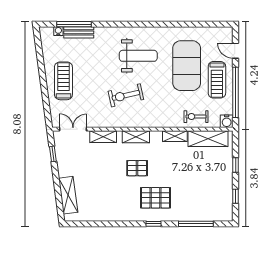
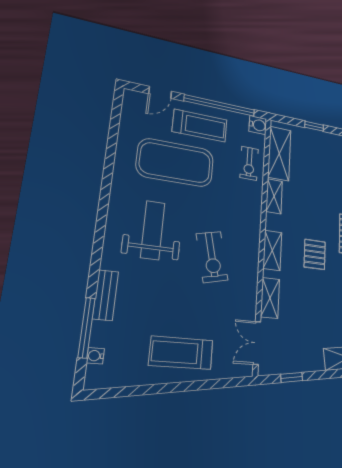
bench: (79, 32) -> (106, 295), moved

